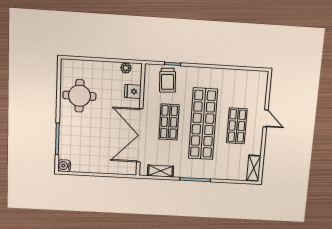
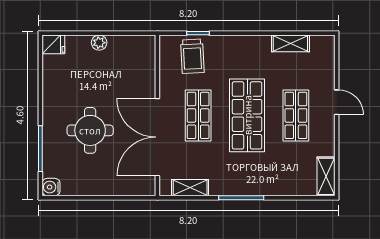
plant: (126, 68) -> (99, 43), moved
shelving: (237, 75) -> (290, 43), added
fridge: (133, 91) -> (53, 44), moved, turned 180
round table: (79, 96) -> (90, 130), moved
shop shelf: (203, 124) -> (247, 115), width x0.71

